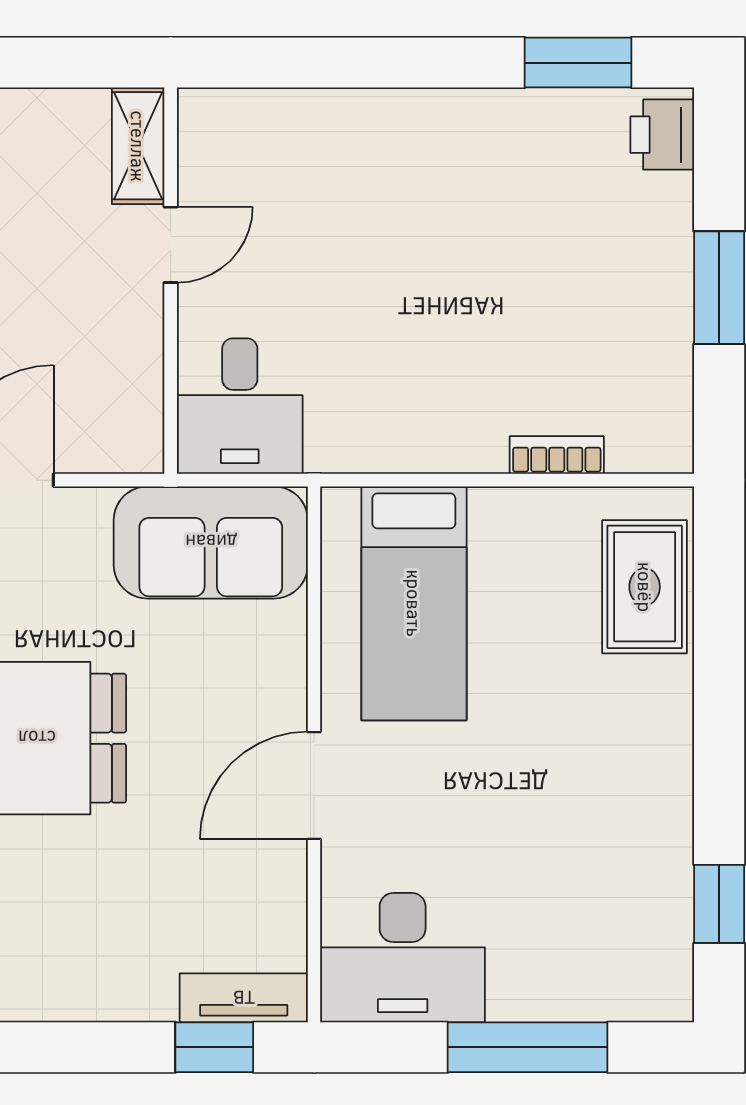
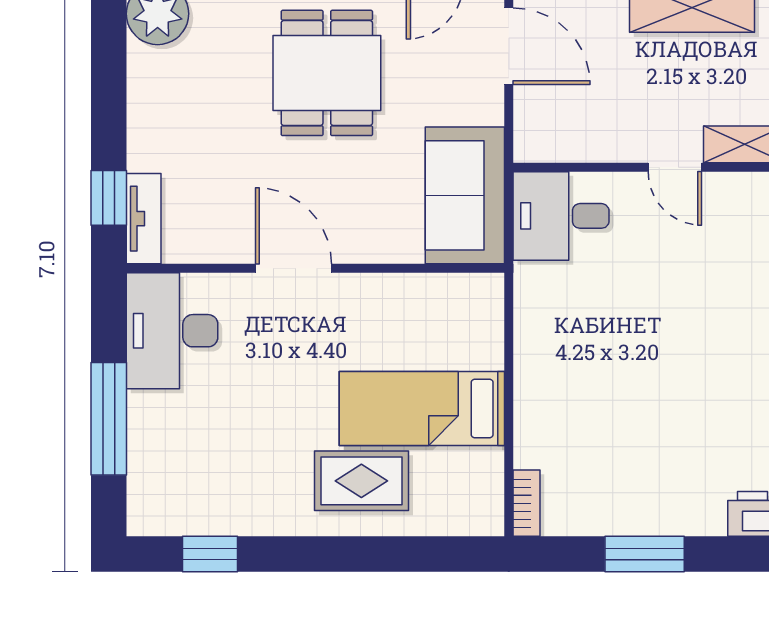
bookcase: (557, 455) -> (526, 503), moved
rug: (645, 587) -> (361, 481), moved
bed: (414, 603) -> (422, 408), moved

